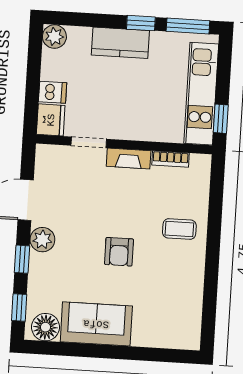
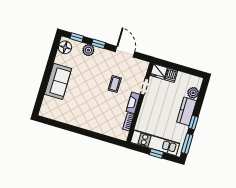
plant: (54, 37) -> (193, 93), moved
window: (221, 119) -> (156, 153), moved
coffee table: (179, 229) -> (115, 84), moved
plant: (42, 240) -> (88, 50), moved
armchair: (119, 252) -> (92, 89), removed
sofa: (96, 324) -> (58, 81), moved

